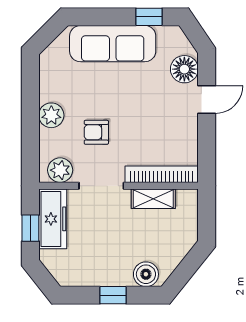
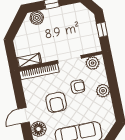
armchair: (142, 112) -> (56, 102), added
shelving: (153, 199) -> (29, 60), moved
freezer: (53, 219) -> (91, 37), removed

